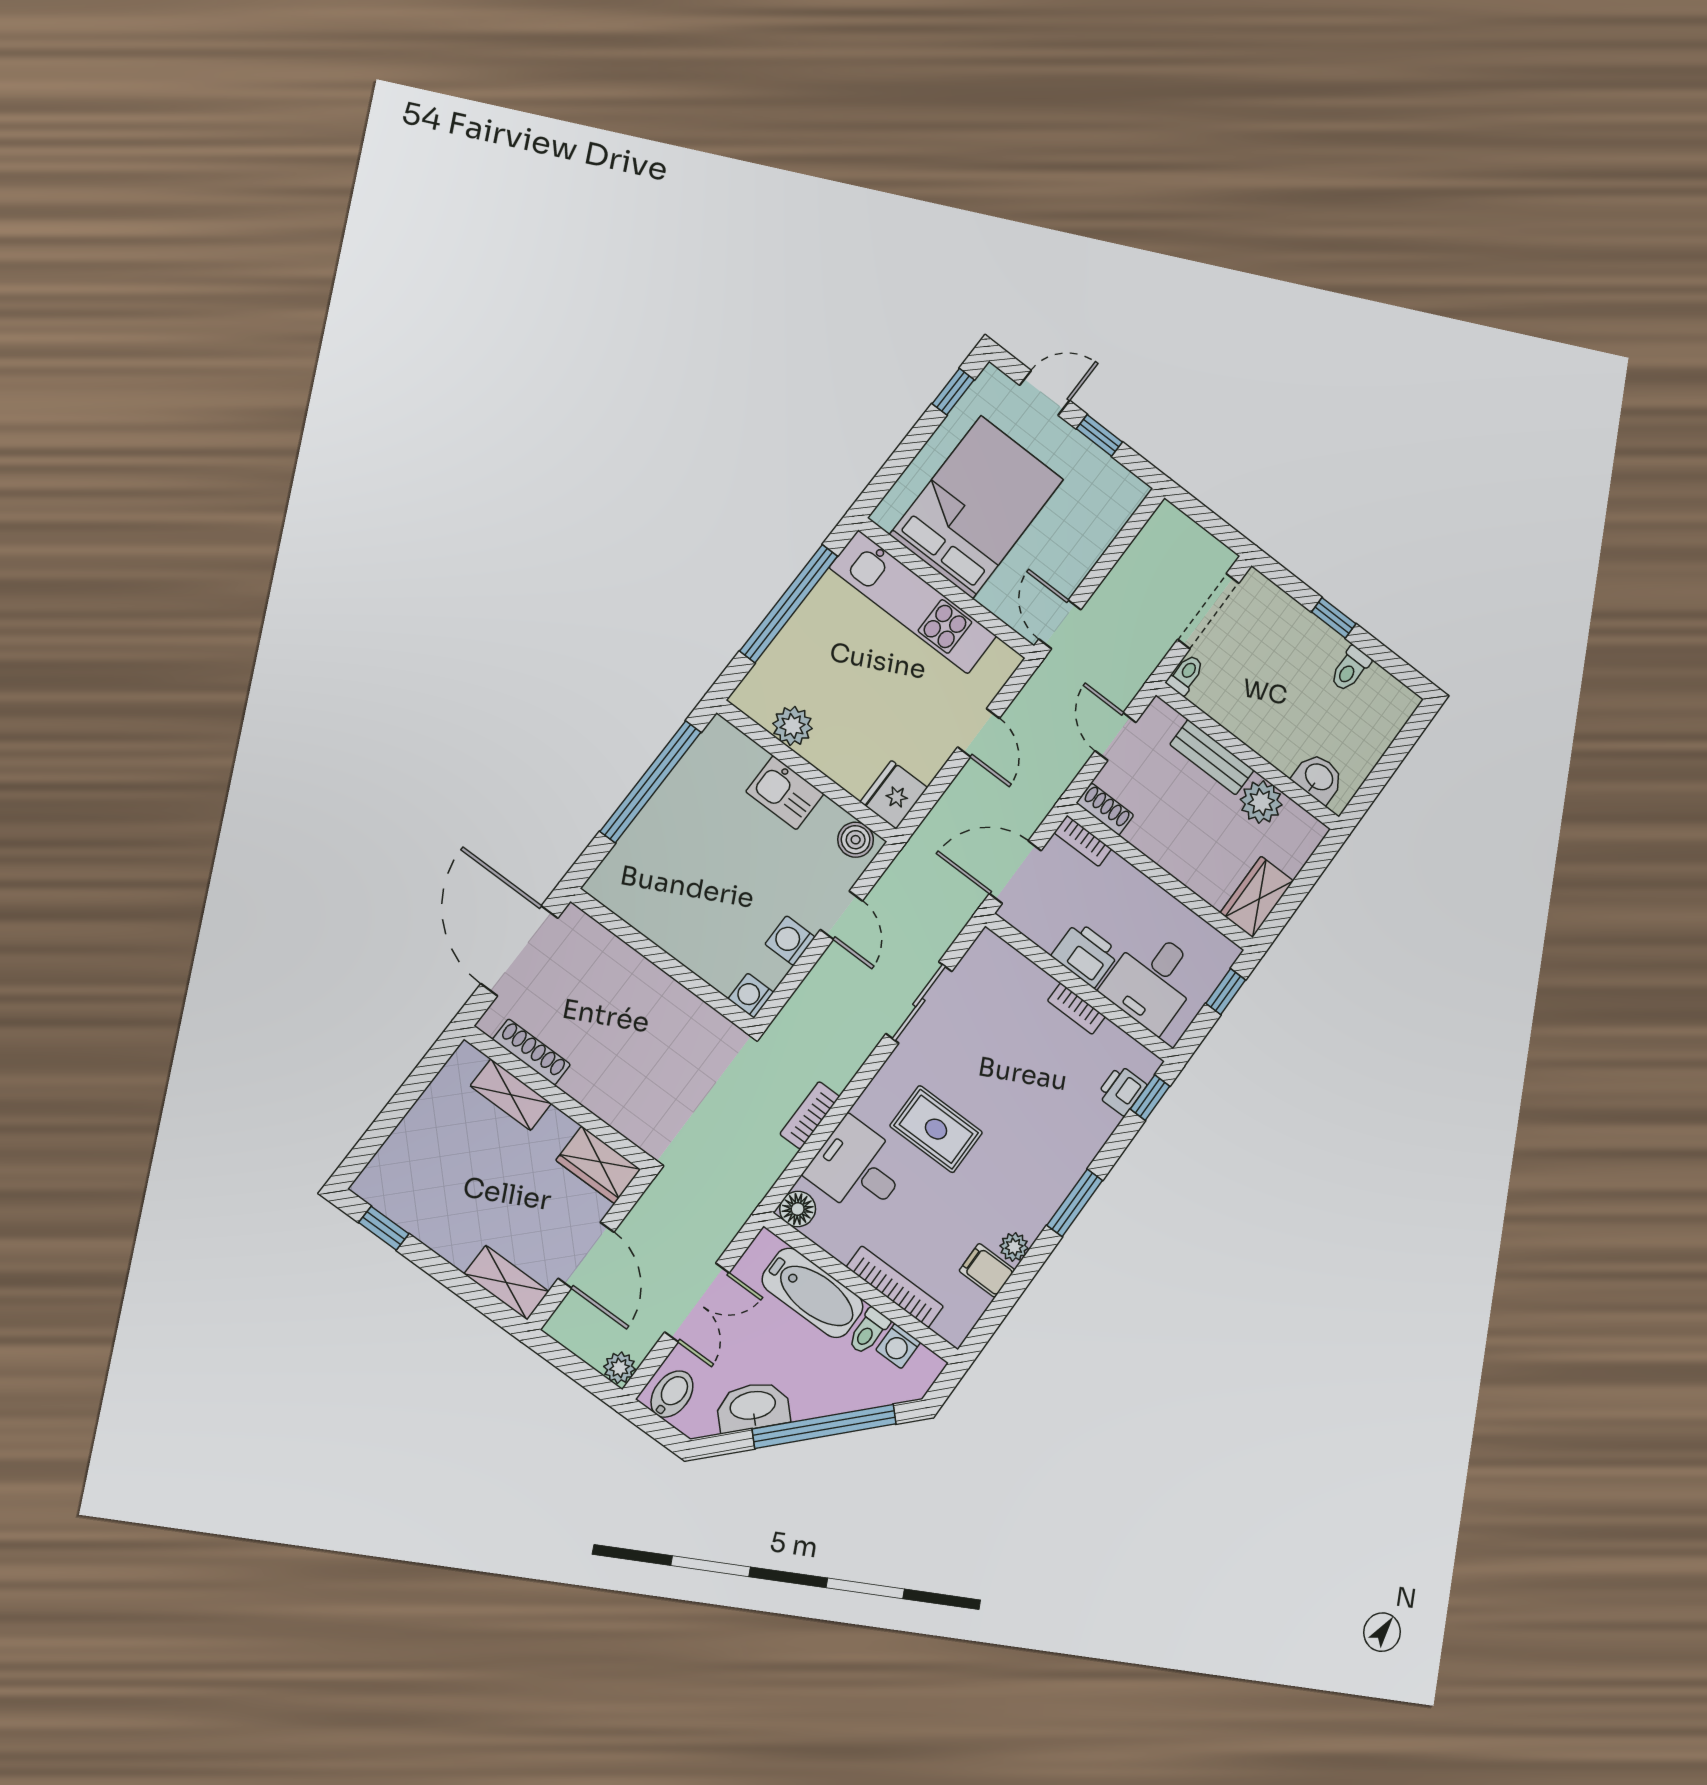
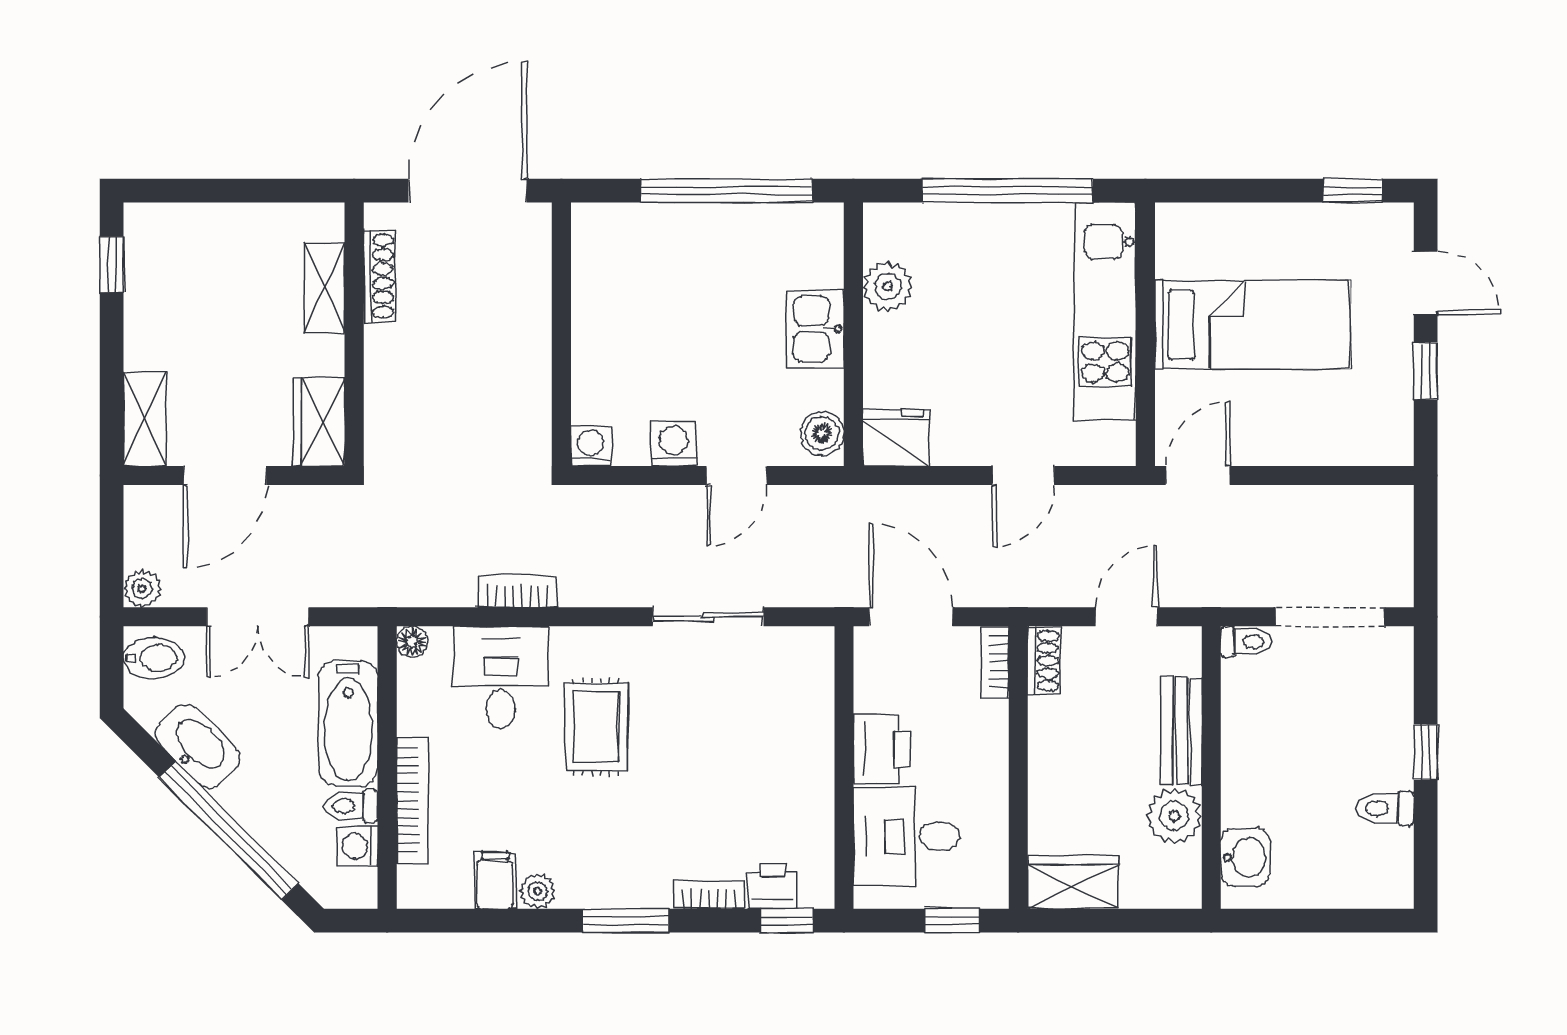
bed: (977, 507) -> (1253, 325), width x0.67
bookcase: (1076, 1009) -> (709, 895), moved, turned 90
floor lamp: (798, 1209) -> (412, 642), width x0.73, depth x0.73

